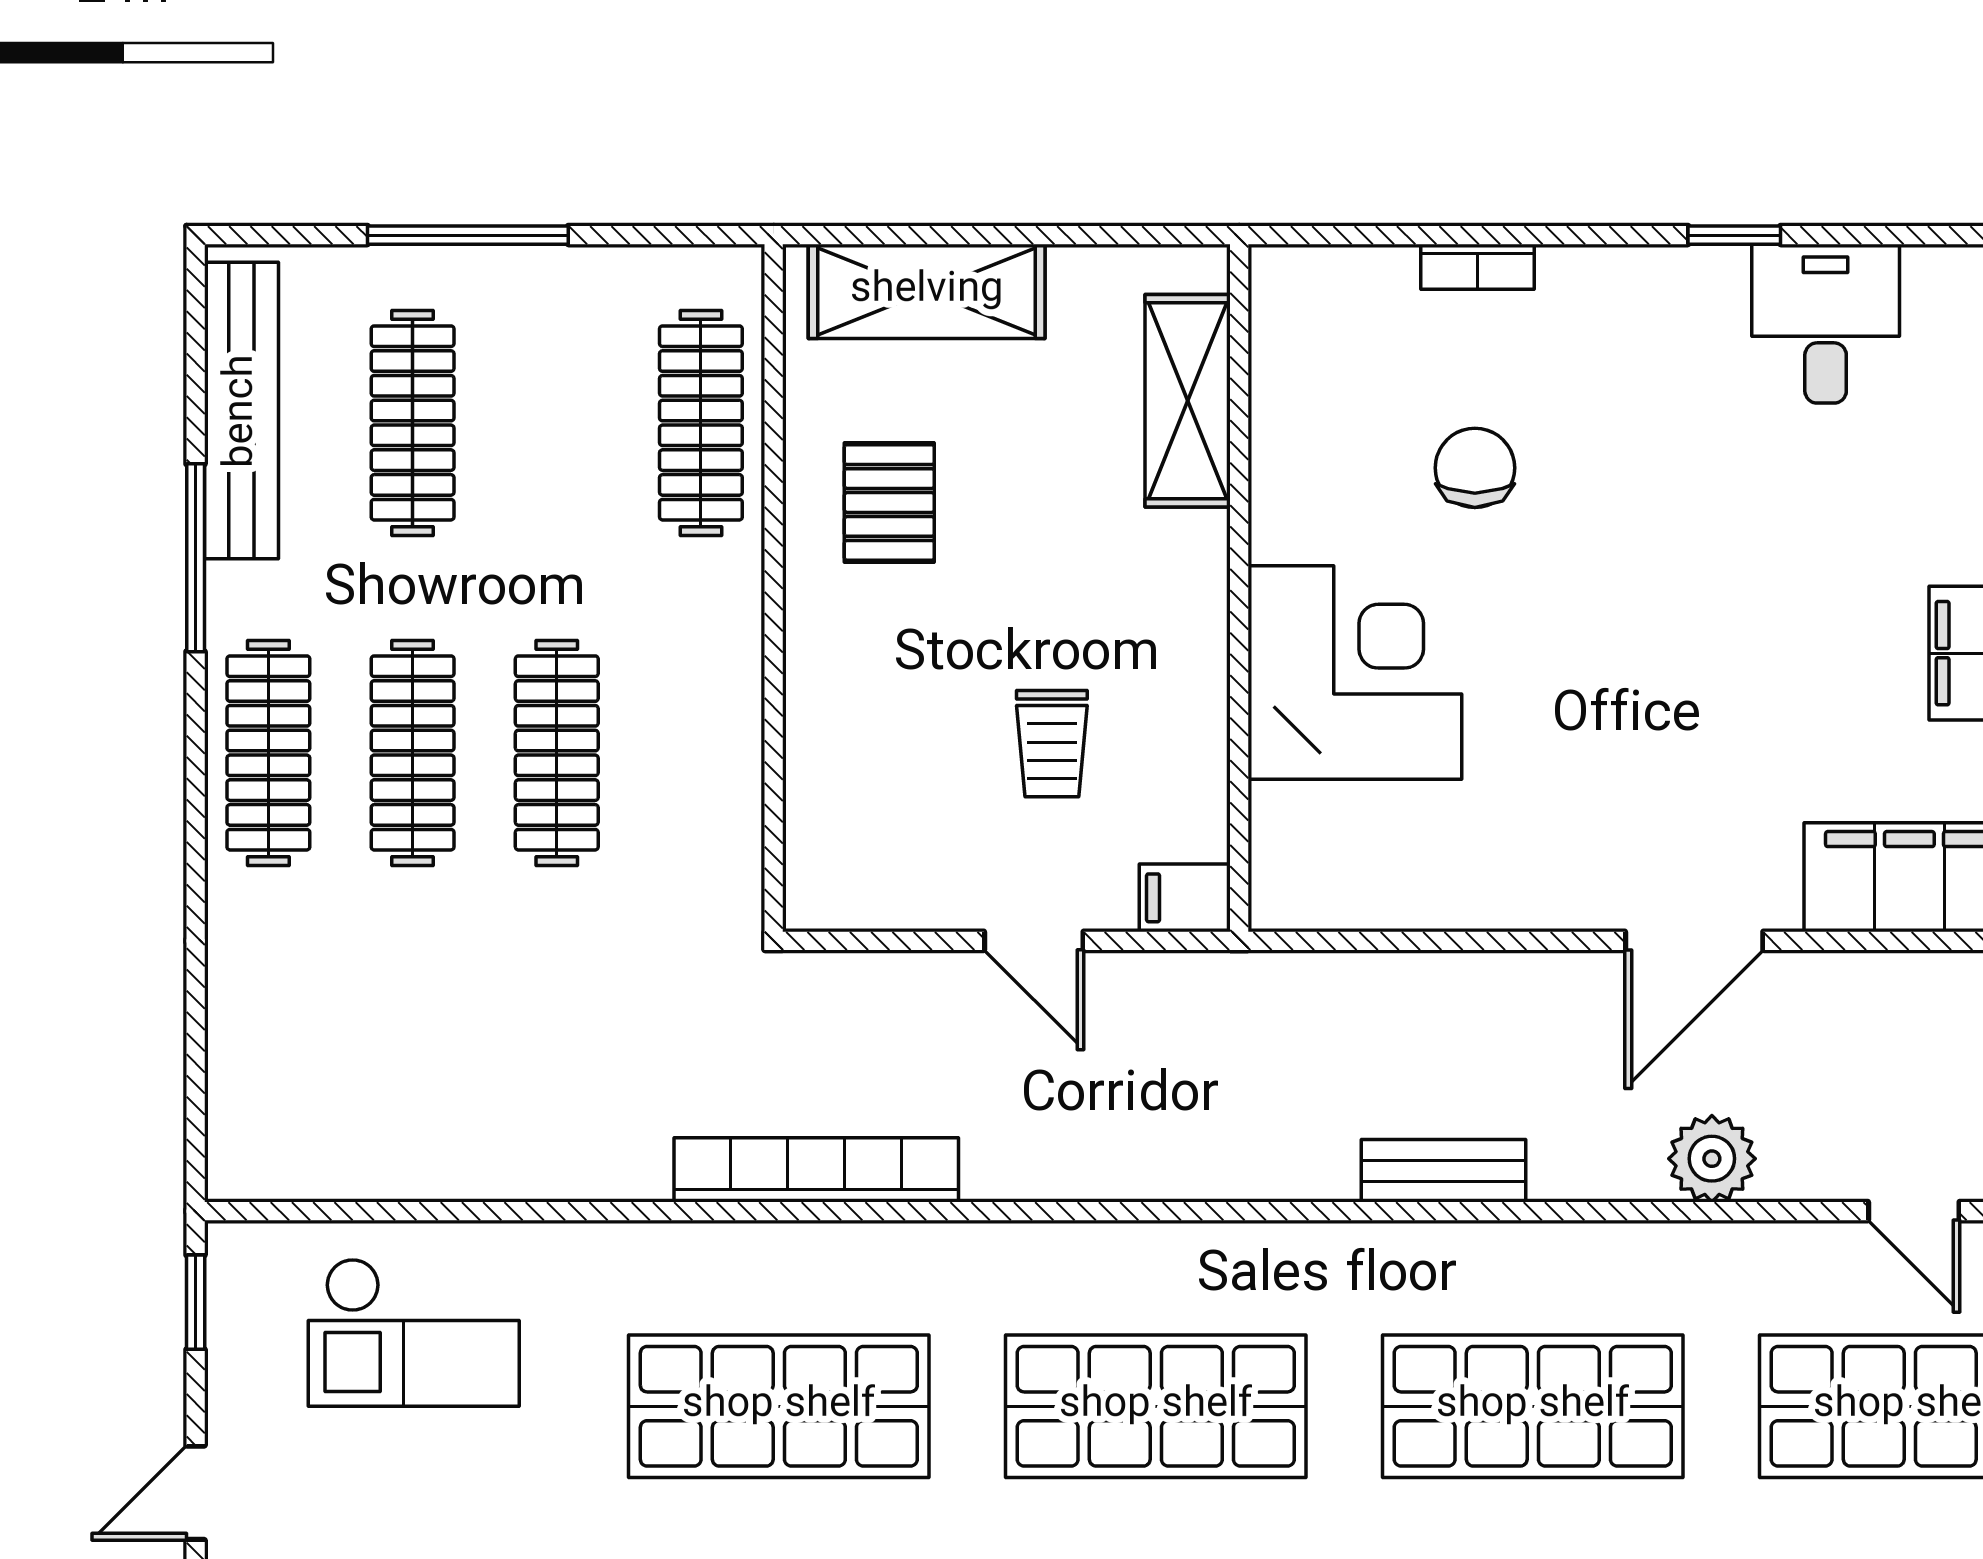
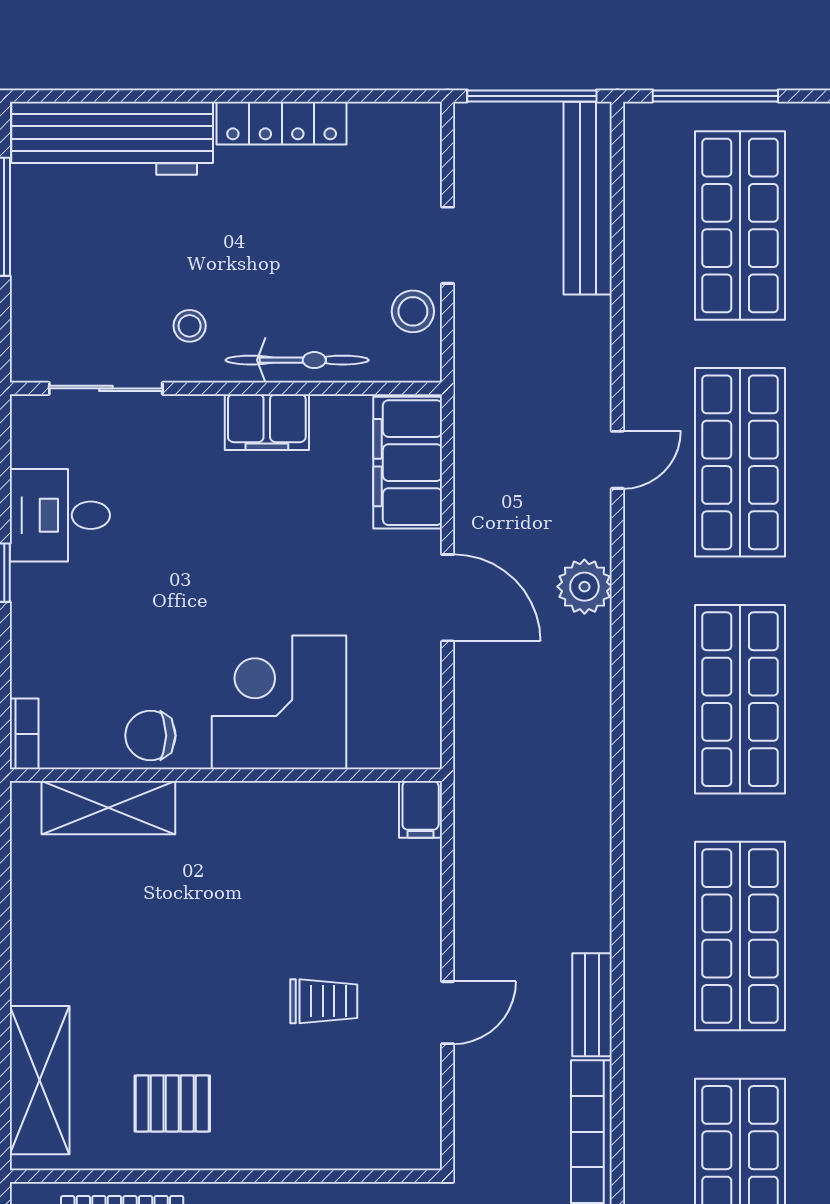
shelving: (1188, 401) -> (108, 808), moved
wall: (1239, 588) -> (226, 775), moved
corner desk: (1355, 672) -> (279, 702), moved
filing cabinet: (1185, 898) -> (421, 809), moved
bench: (1443, 1171) -> (592, 1005), moved

